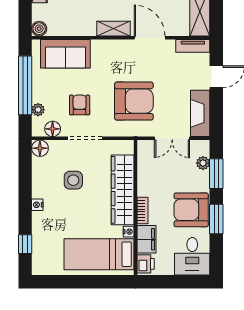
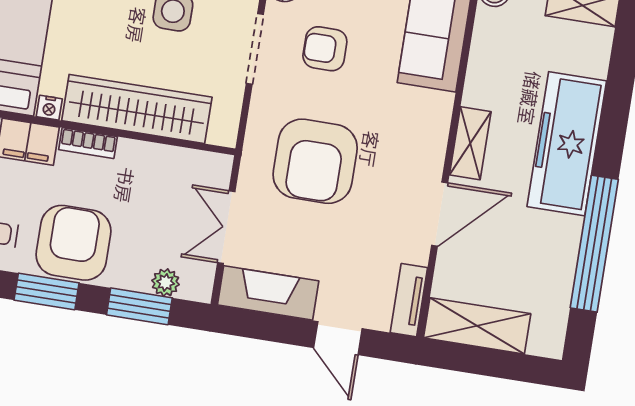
armchair: (80, 105) -> (325, 49), turned 180

